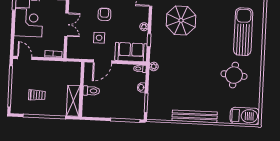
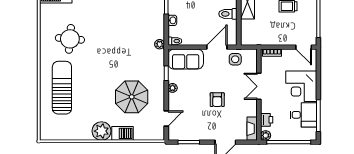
sun lounger: (243, 32) -> (62, 88), turned 180
side table: (99, 38) -> (235, 59), moved

